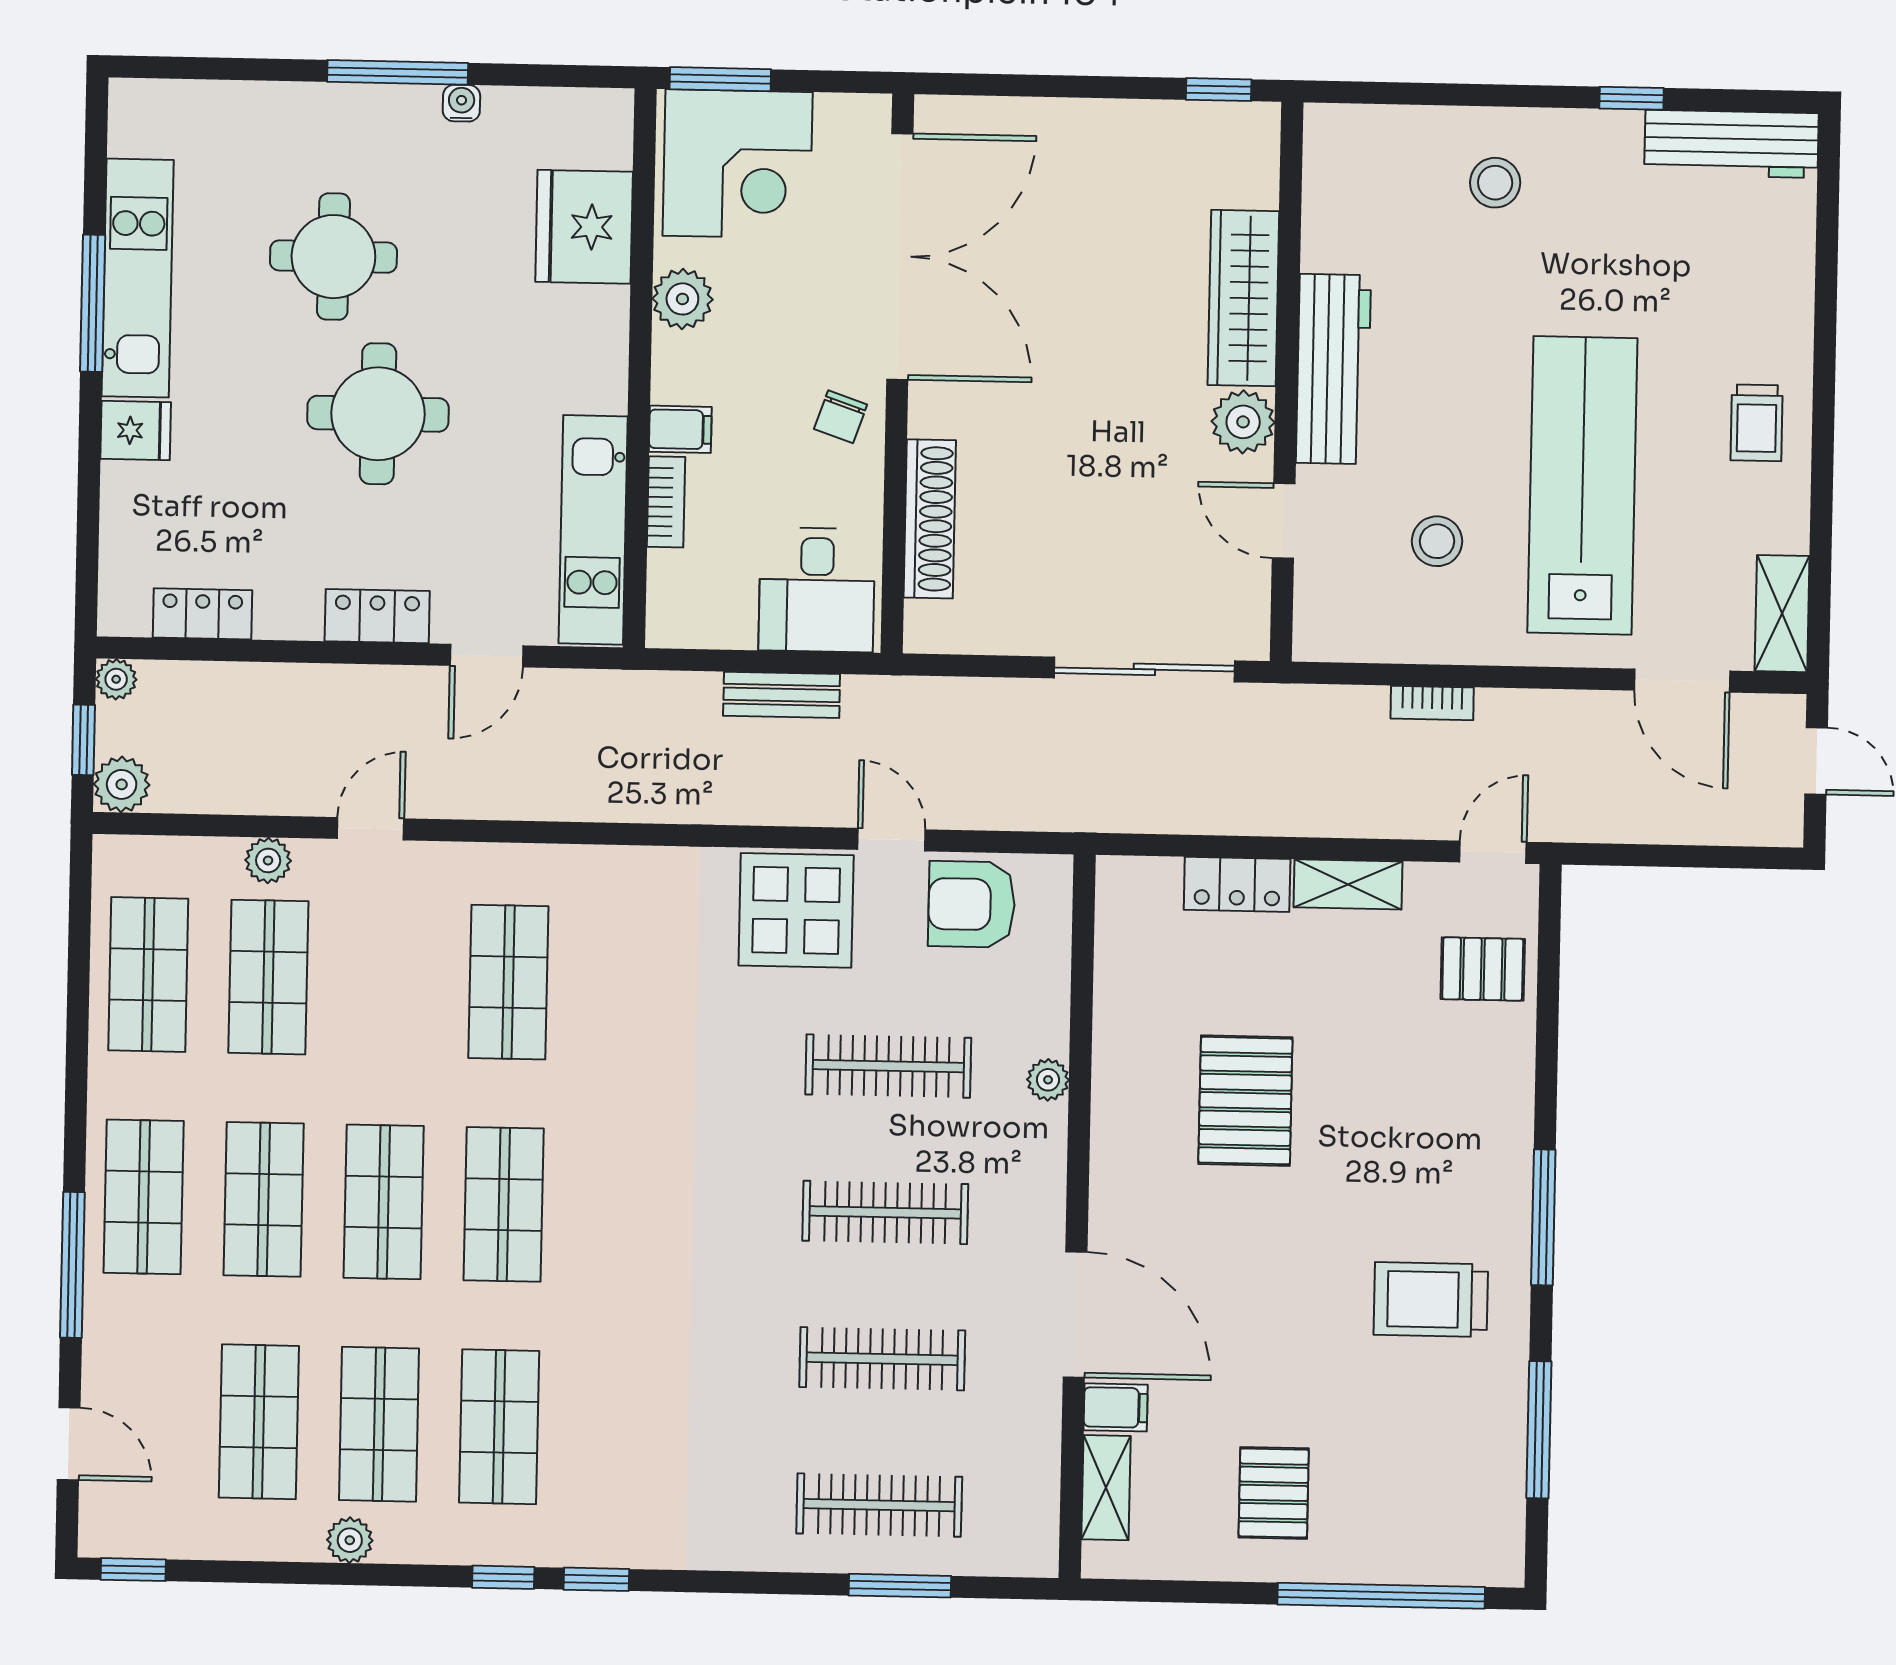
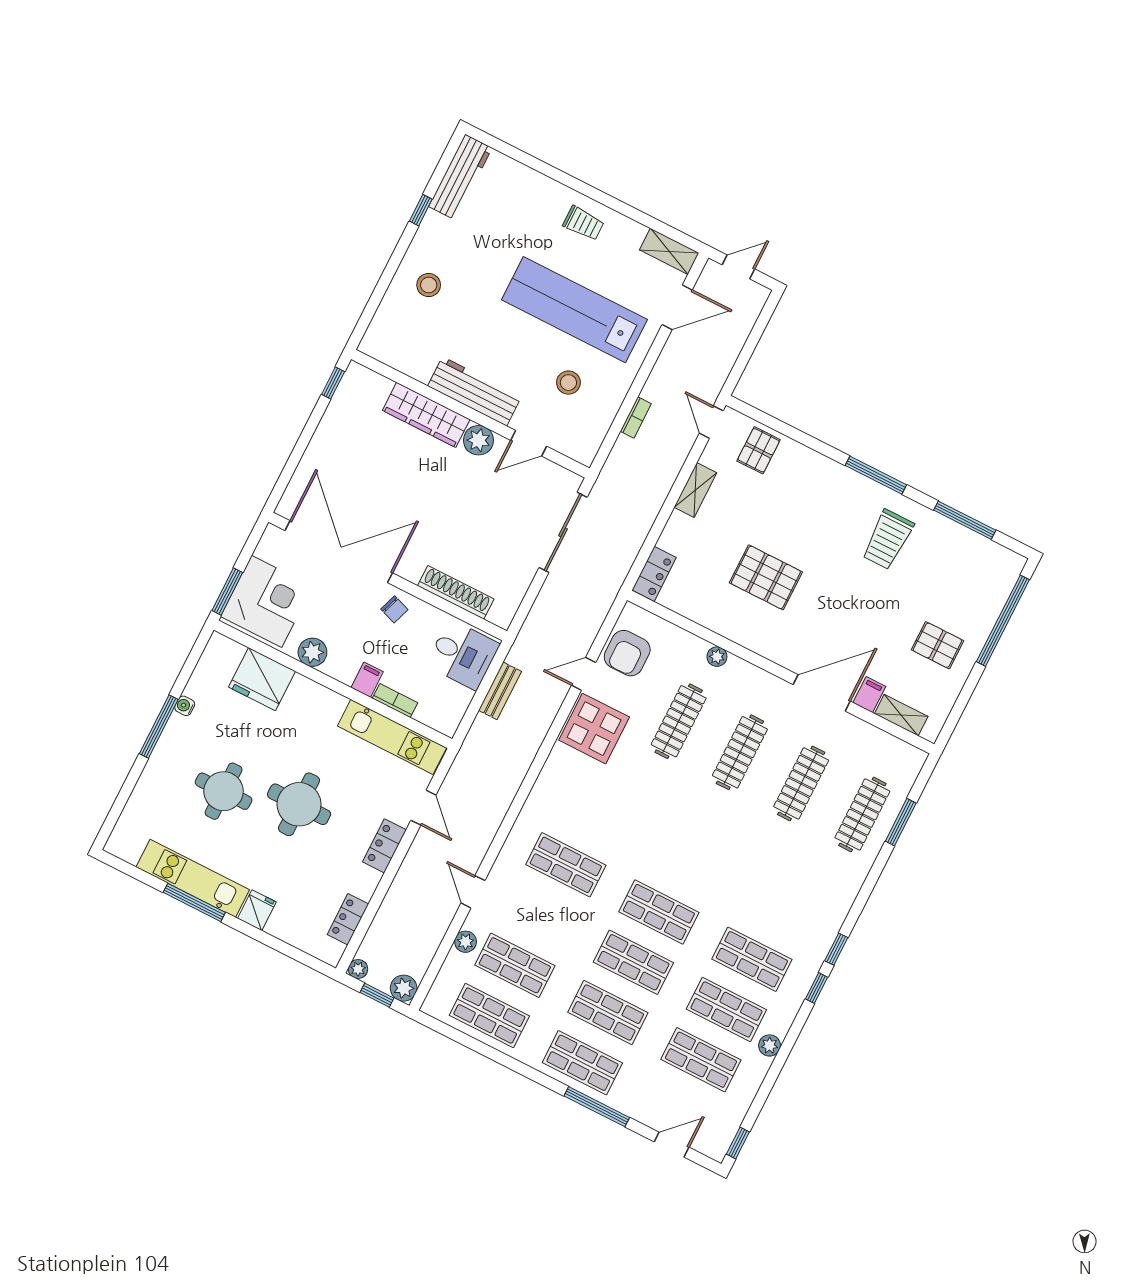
locker: (1237, 884) -> (654, 574), moved

